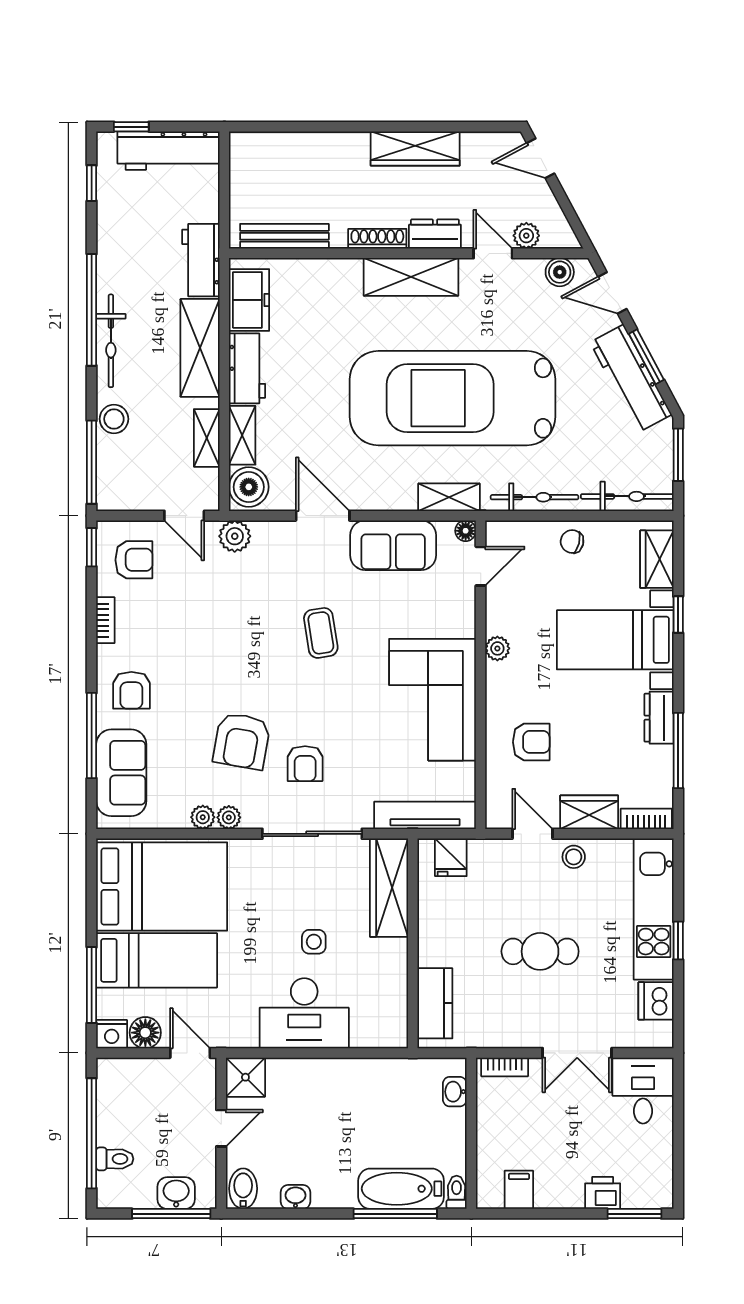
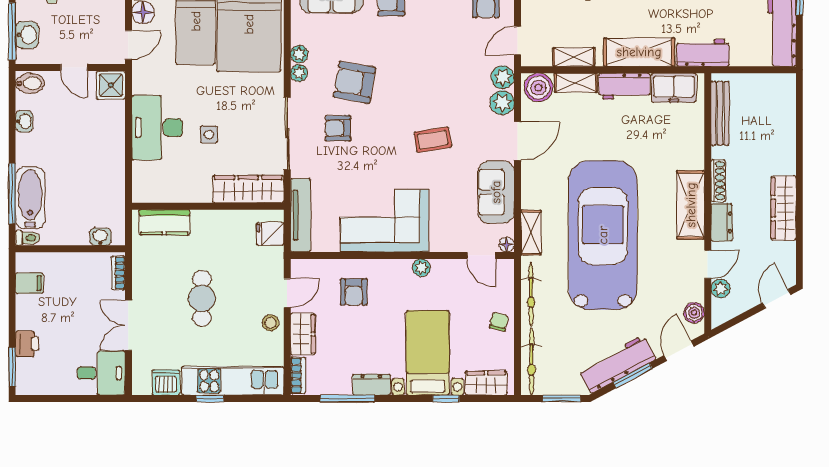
plant: (270, 537) -> (502, 103), added

